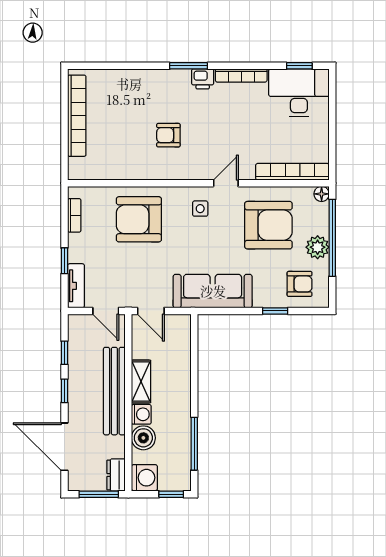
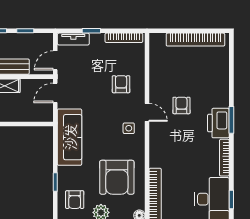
printer: (203, 79) -> (218, 123), width x1.87, depth x1.48
door: (226, 183) -> (147, 112), moved
bookcase: (74, 215) -> (124, 38), width x1.56
armchair: (139, 219) -> (121, 84), width x0.53, depth x0.53

